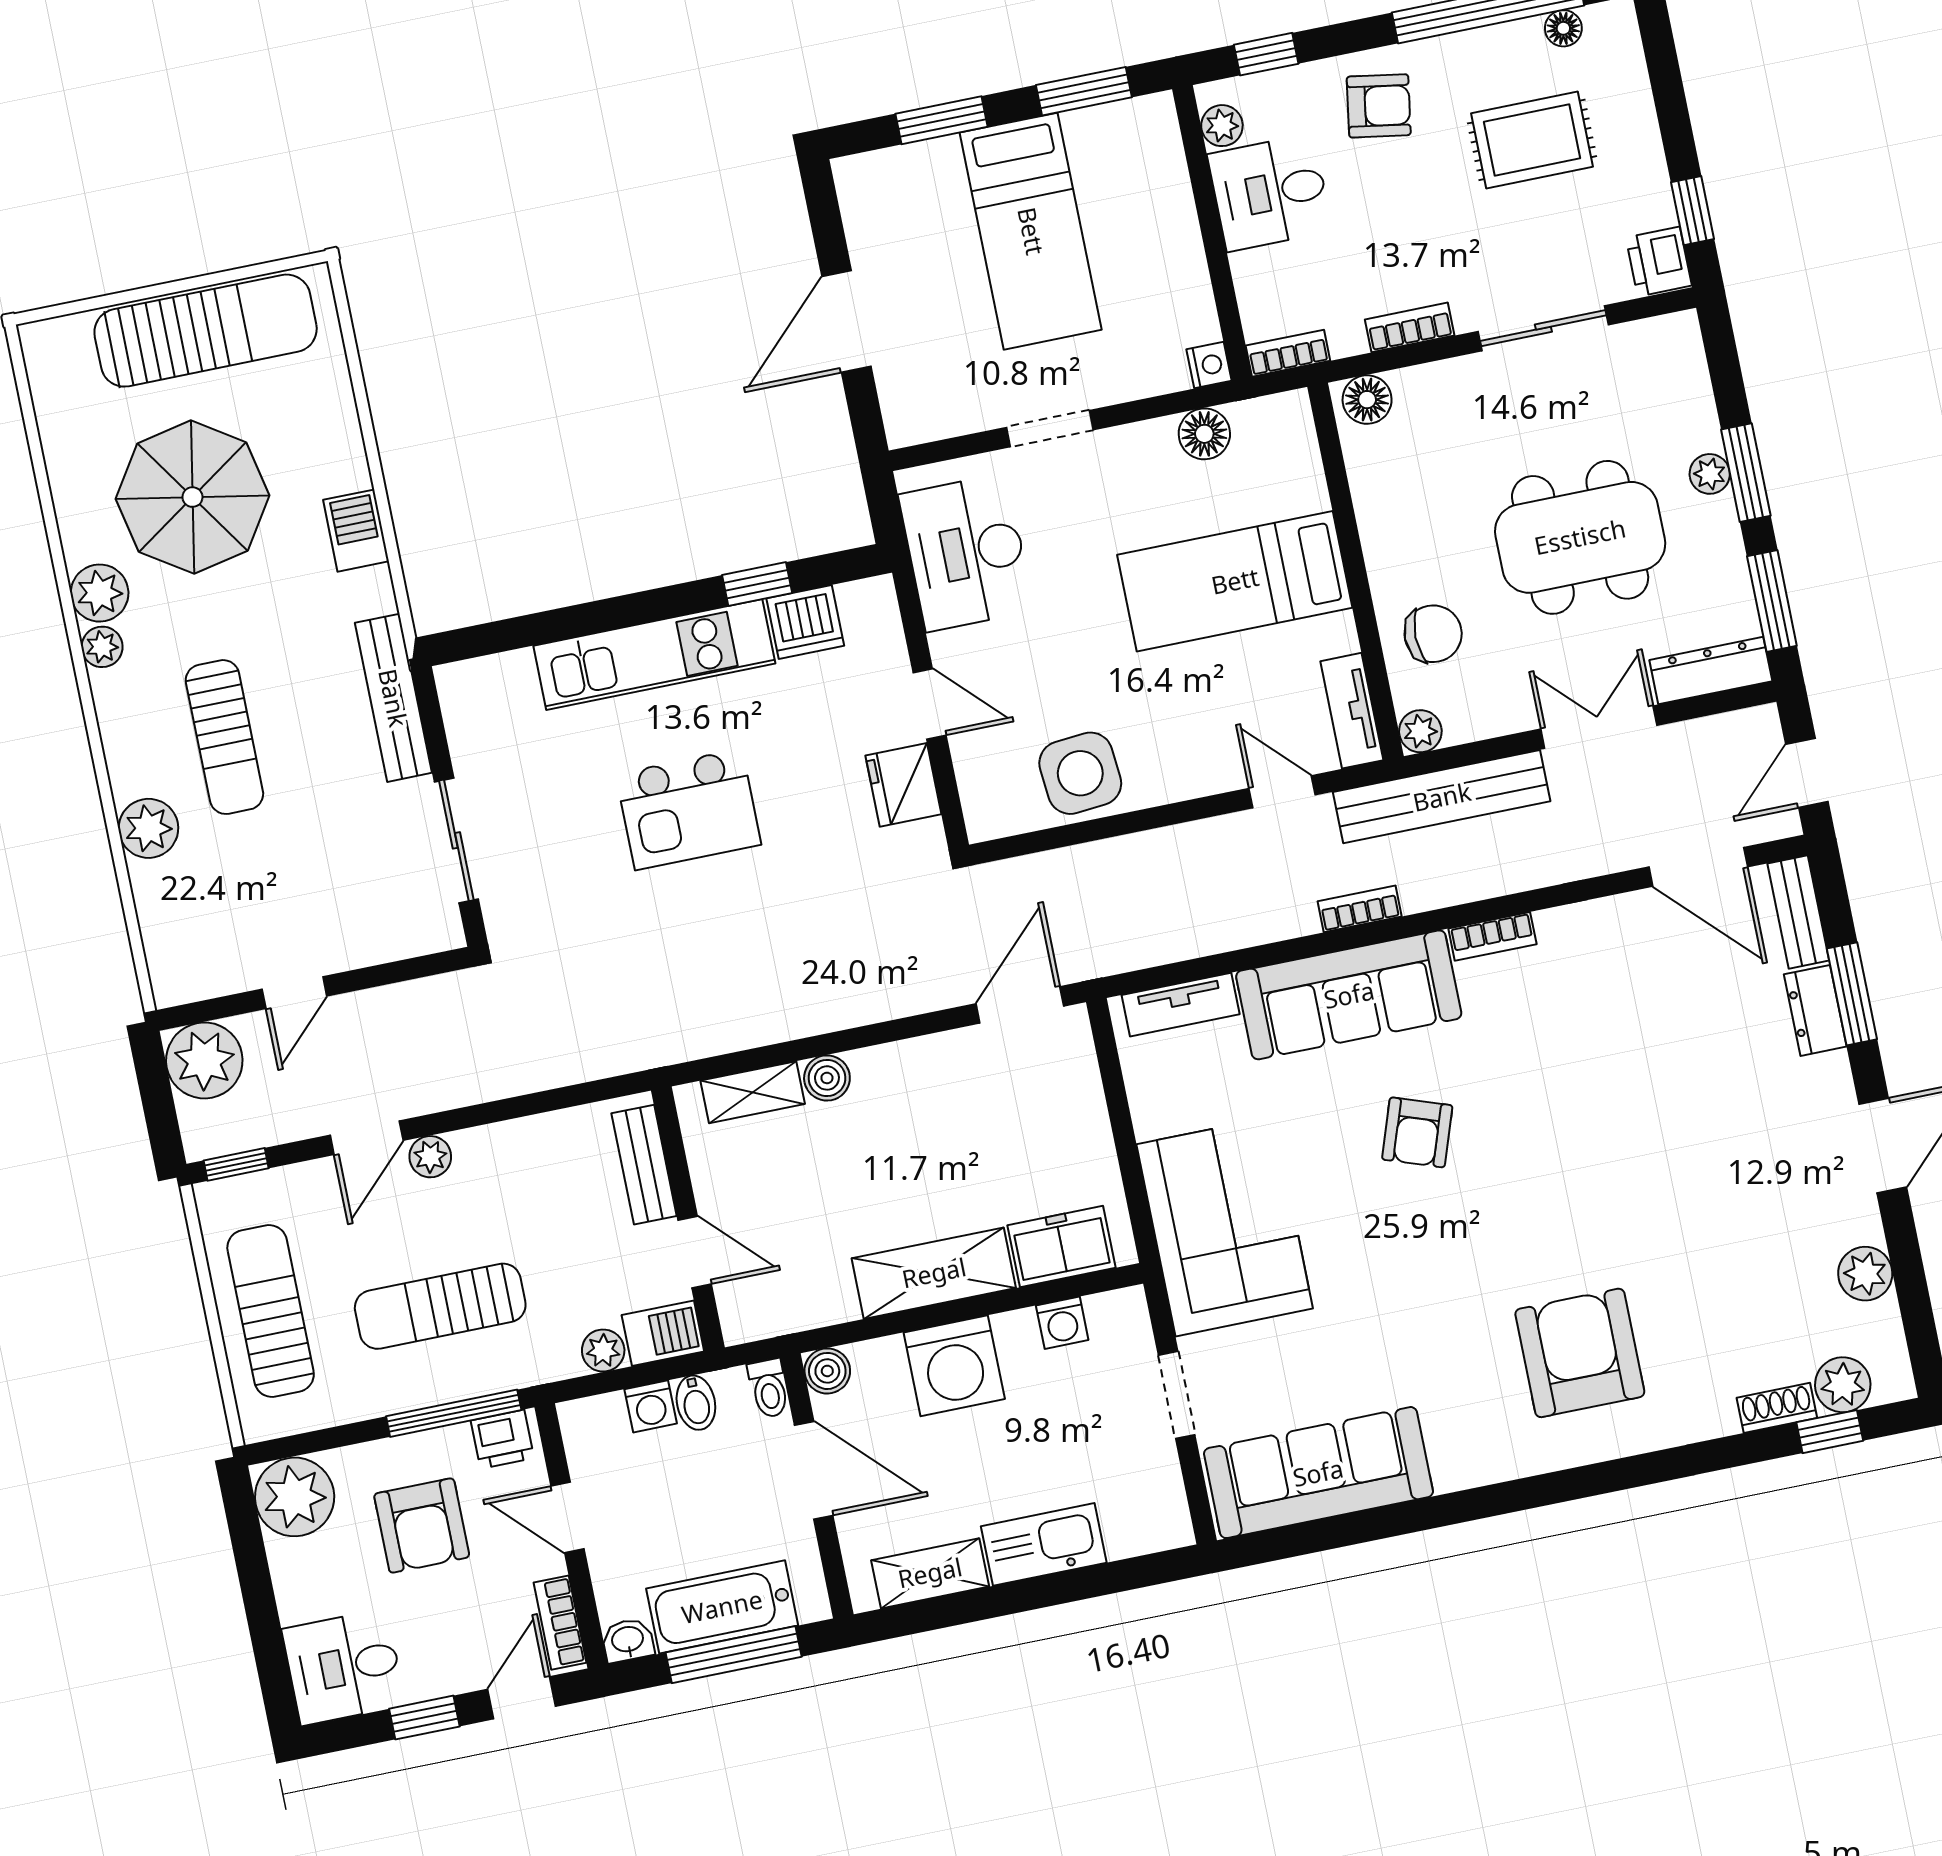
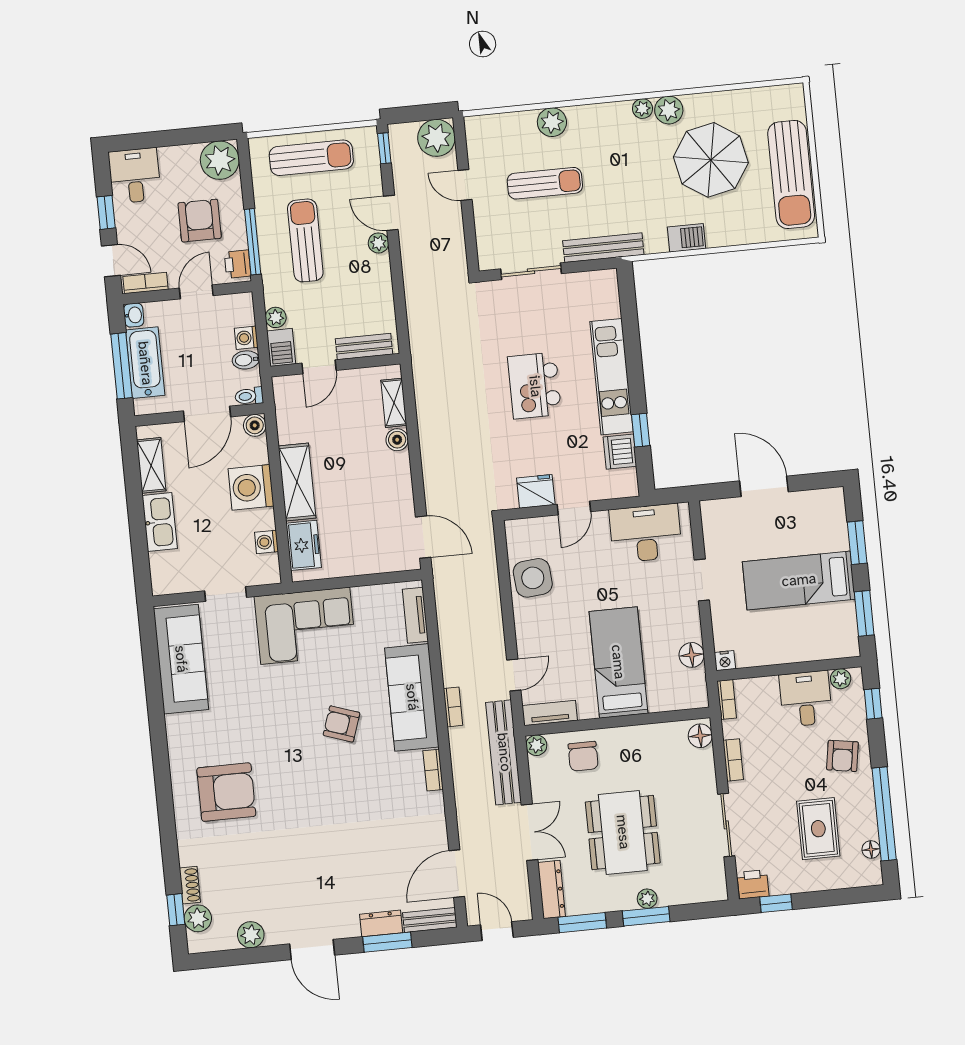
sun lounger: (224, 737) -> (545, 183), moved, turned 180
armchair: (422, 1526) -> (200, 221), turned 90

